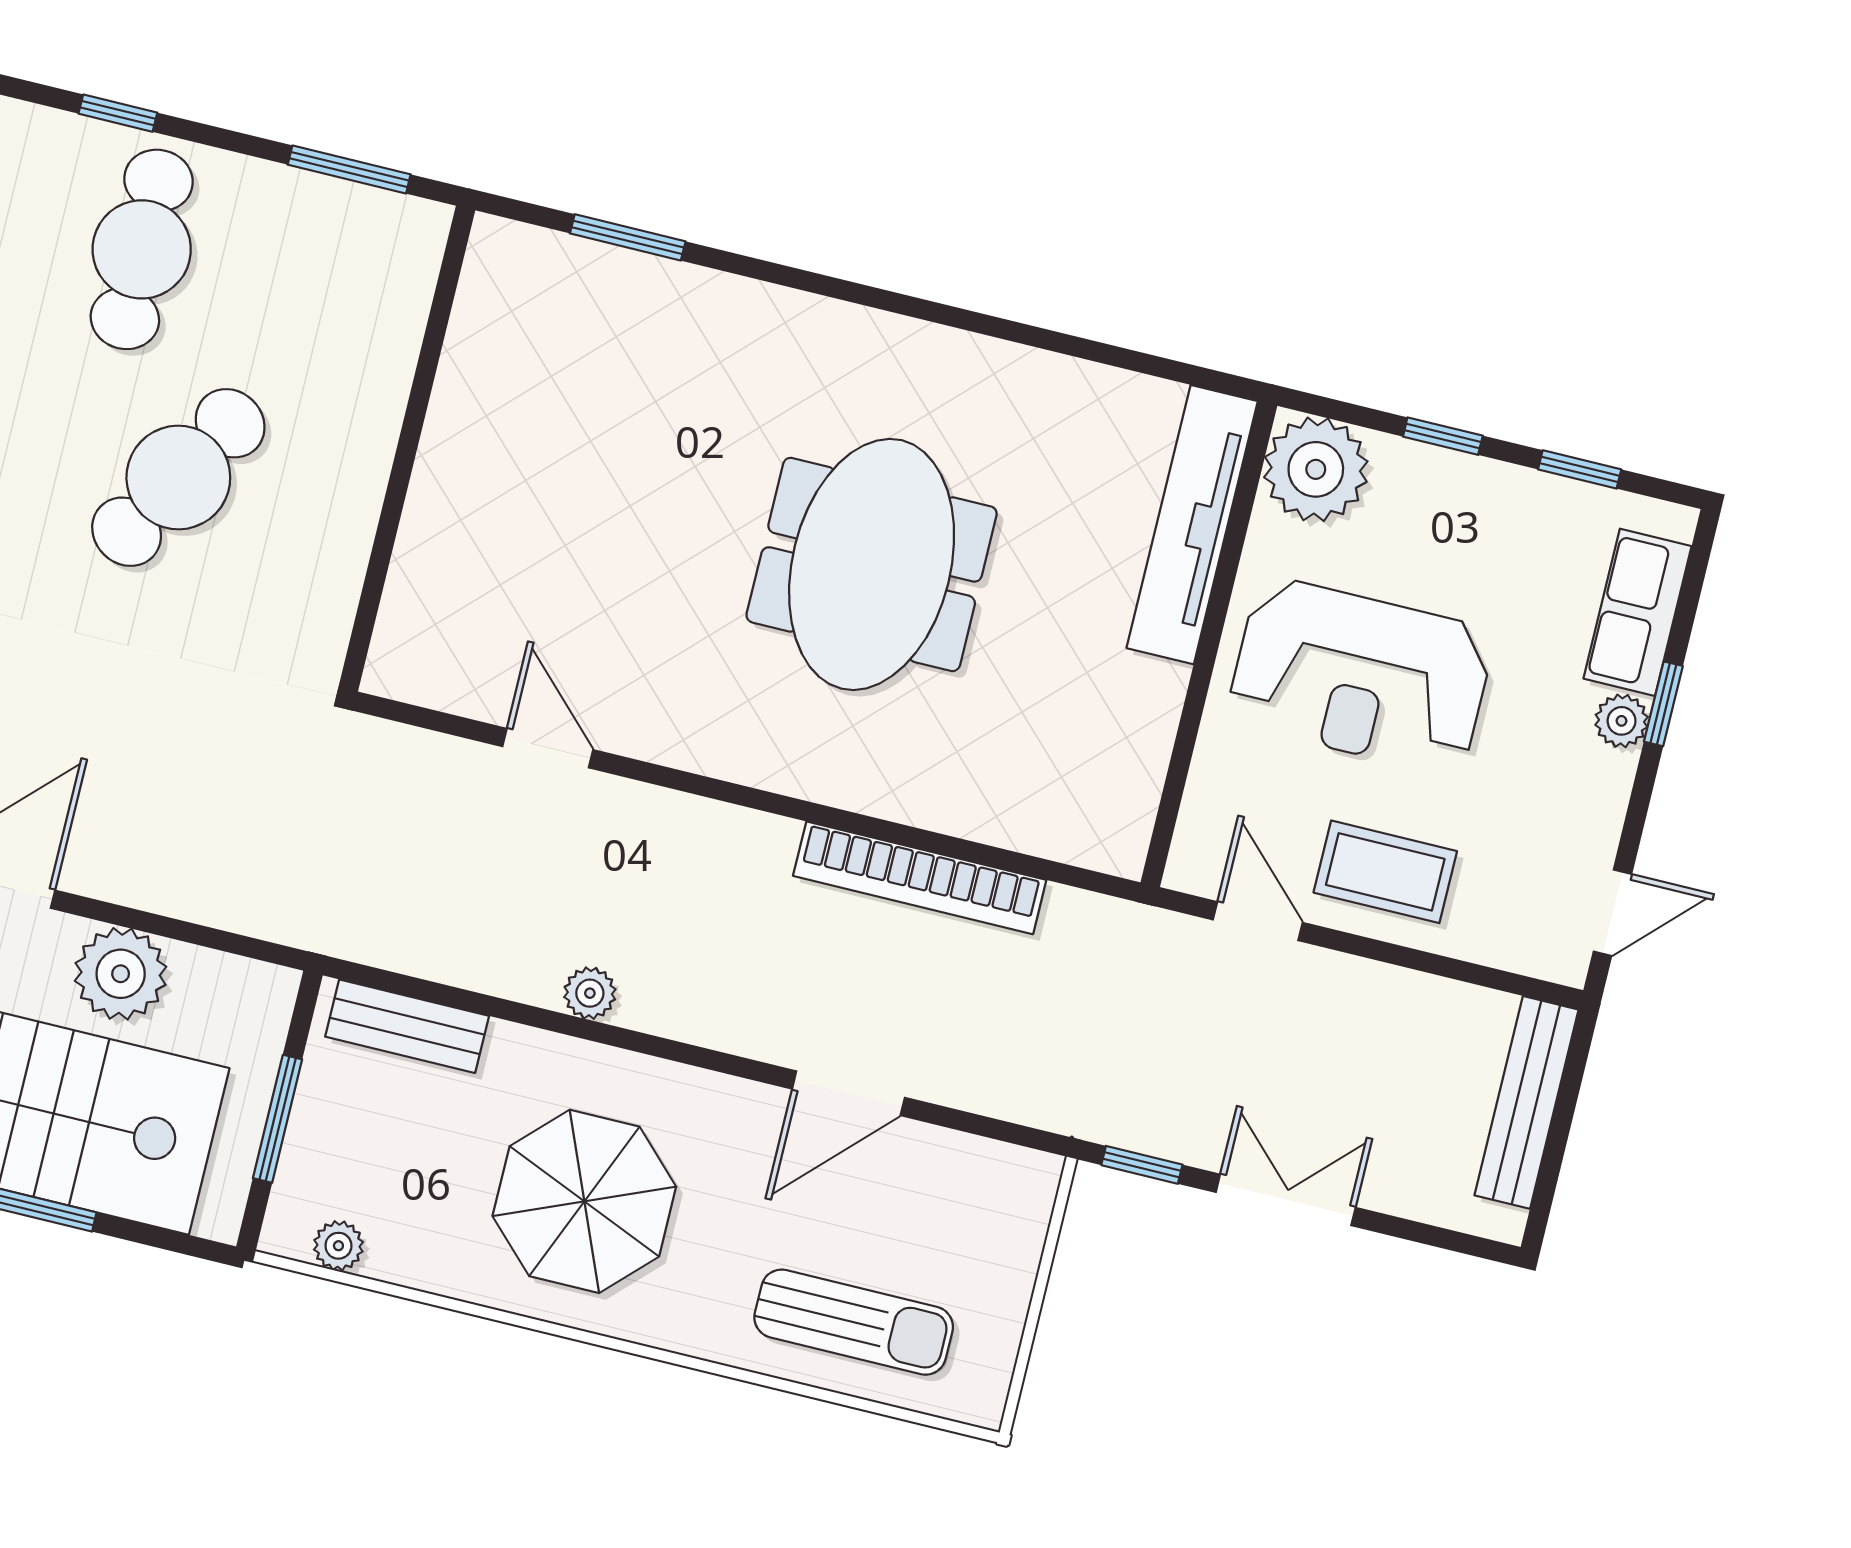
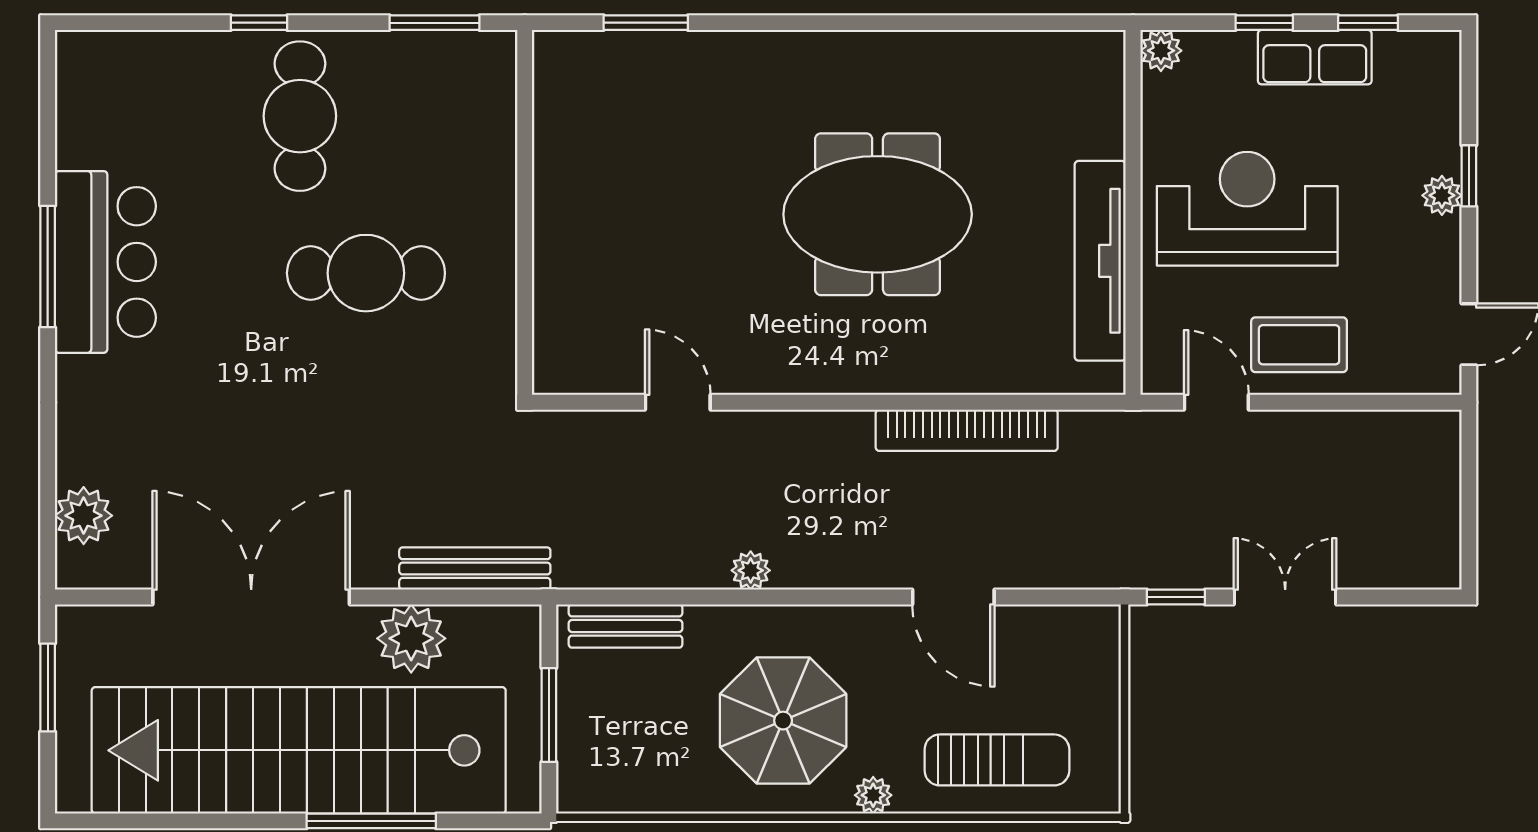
plant: (1316, 469) -> (1161, 51), width x0.53, depth x0.53
cafe table: (178, 477) -> (366, 273), turned 60
tv unit: (1192, 525) -> (1100, 261), moved
meeting table: (872, 564) -> (878, 214), turned 90
row of seats: (1637, 612) -> (1315, 57), moved, turned -90
reception desk: (1361, 676) -> (1247, 209), turned 180
door: (848, 1093) -> (953, 597), hinge flipped
bench: (1526, 1102) -> (475, 569), moved, turned 90
plant: (338, 1246) -> (873, 795), moved

